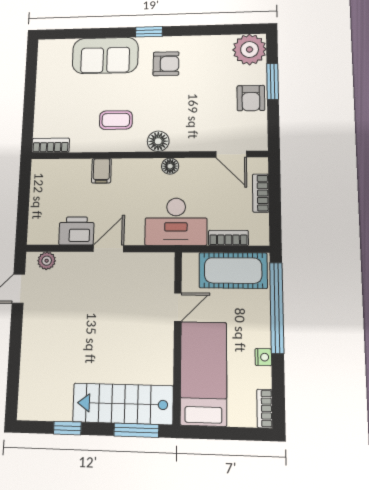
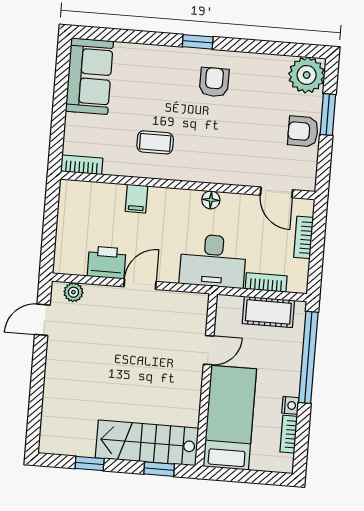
sofa: (105, 55) -> (89, 76), moved, turned -90
armchair: (166, 64) -> (214, 82), turned -90
armchair: (251, 98) -> (303, 131), turned 90
floor lamp: (158, 141) -> (200, 171), removed
cot: (233, 270) -> (268, 312), width x0.73, depth x0.75
bookcase: (265, 408) -> (289, 434), moved
window: (136, 430) -> (159, 469), width x0.67

